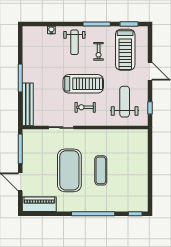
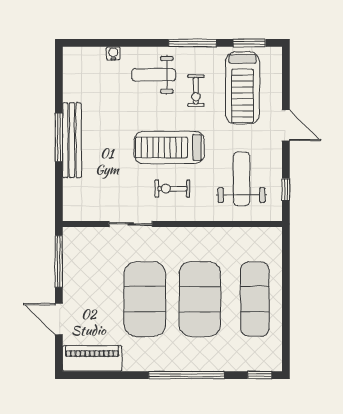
weight bench: (74, 42) -> (154, 75), turned 90
treadmill: (83, 84) -> (169, 147), turned 180
bench: (28, 104) -> (72, 140), moved
exercise mat: (101, 170) -> (200, 299), width x2.00, depth x1.45
exercise mat: (132, 170) -> (255, 299), added

